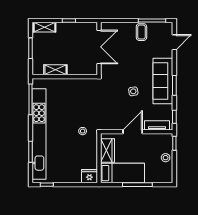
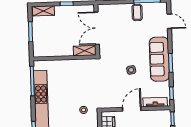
door: (174, 42) -> (169, 21), hinge flipped
double door: (99, 47) -> (97, 28), swing flipped
shelving: (55, 70) -> (85, 51), moved

